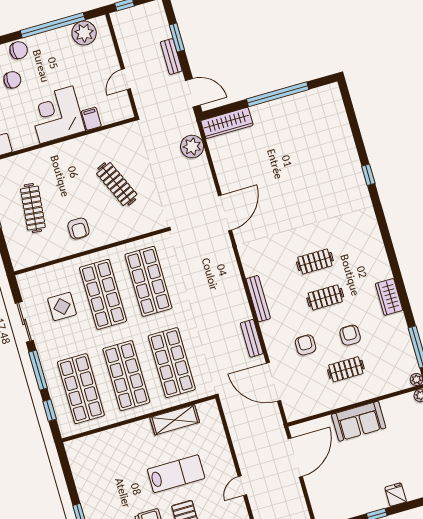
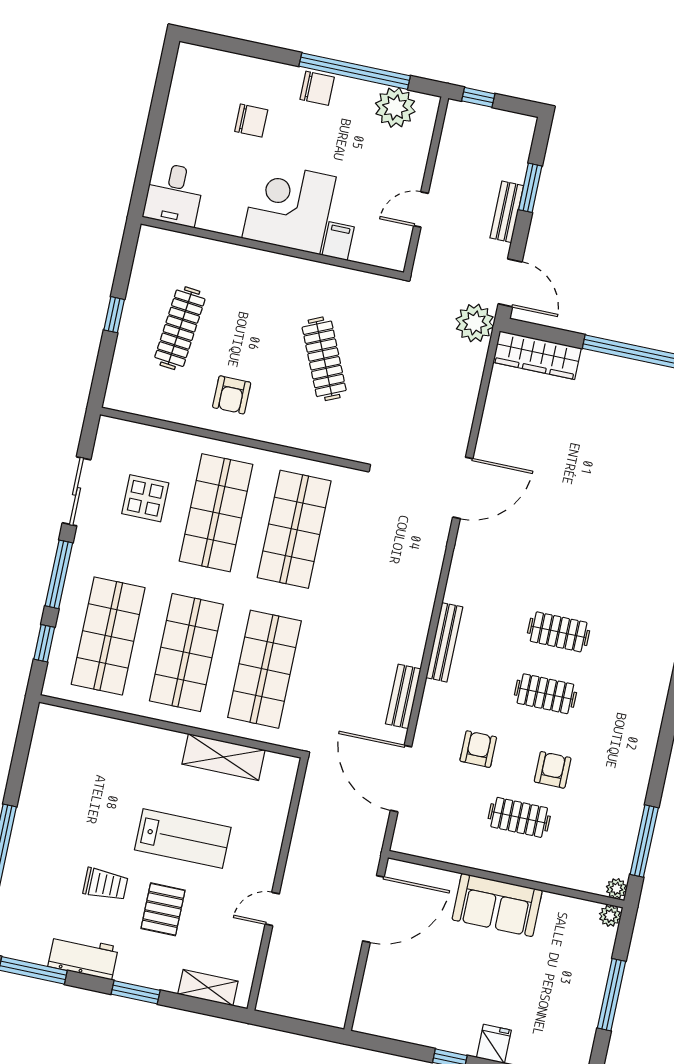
chair: (19, 50) -> (317, 88), moved
plant: (192, 147) -> (475, 323), moved
wardrobe: (389, 297) -> (641, 744), removed

